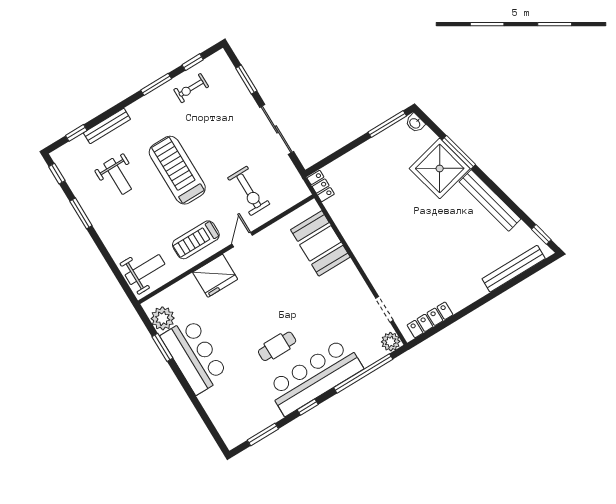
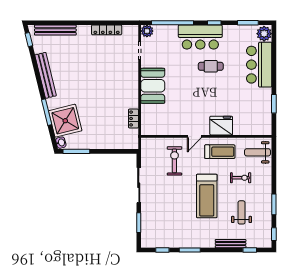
exercise bike: (191, 88) -> (241, 178), moved
shower: (440, 168) -> (65, 121), moved
locker: (321, 186) -> (133, 118), moved
booth: (320, 243) -> (153, 86), moved
plant: (163, 318) -> (264, 34), moved
locker: (430, 320) -> (107, 30), moved
bar counter: (194, 356) -> (259, 65), moved
bar counter: (315, 377) -> (200, 37), width x0.73

